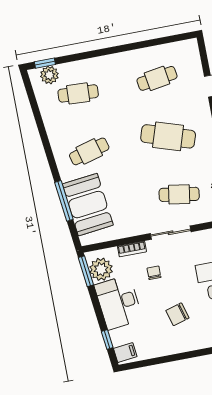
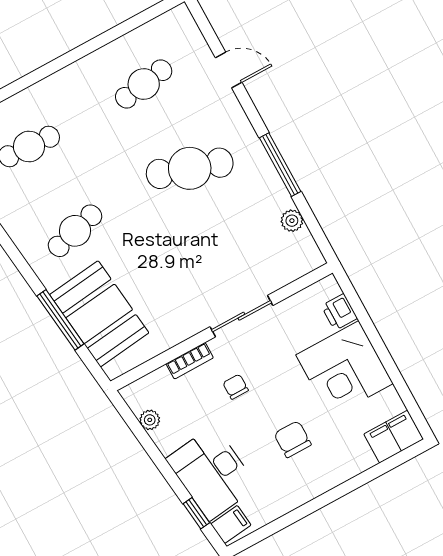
cafe table: (179, 194) -> (236, 253), removed
plant: (101, 269) -> (150, 420), width x0.53, depth x0.53
window: (86, 271) -> (129, 418), removed
desk: (119, 302) -> (212, 473), moved
chair: (177, 314) -> (293, 439), turned 106

